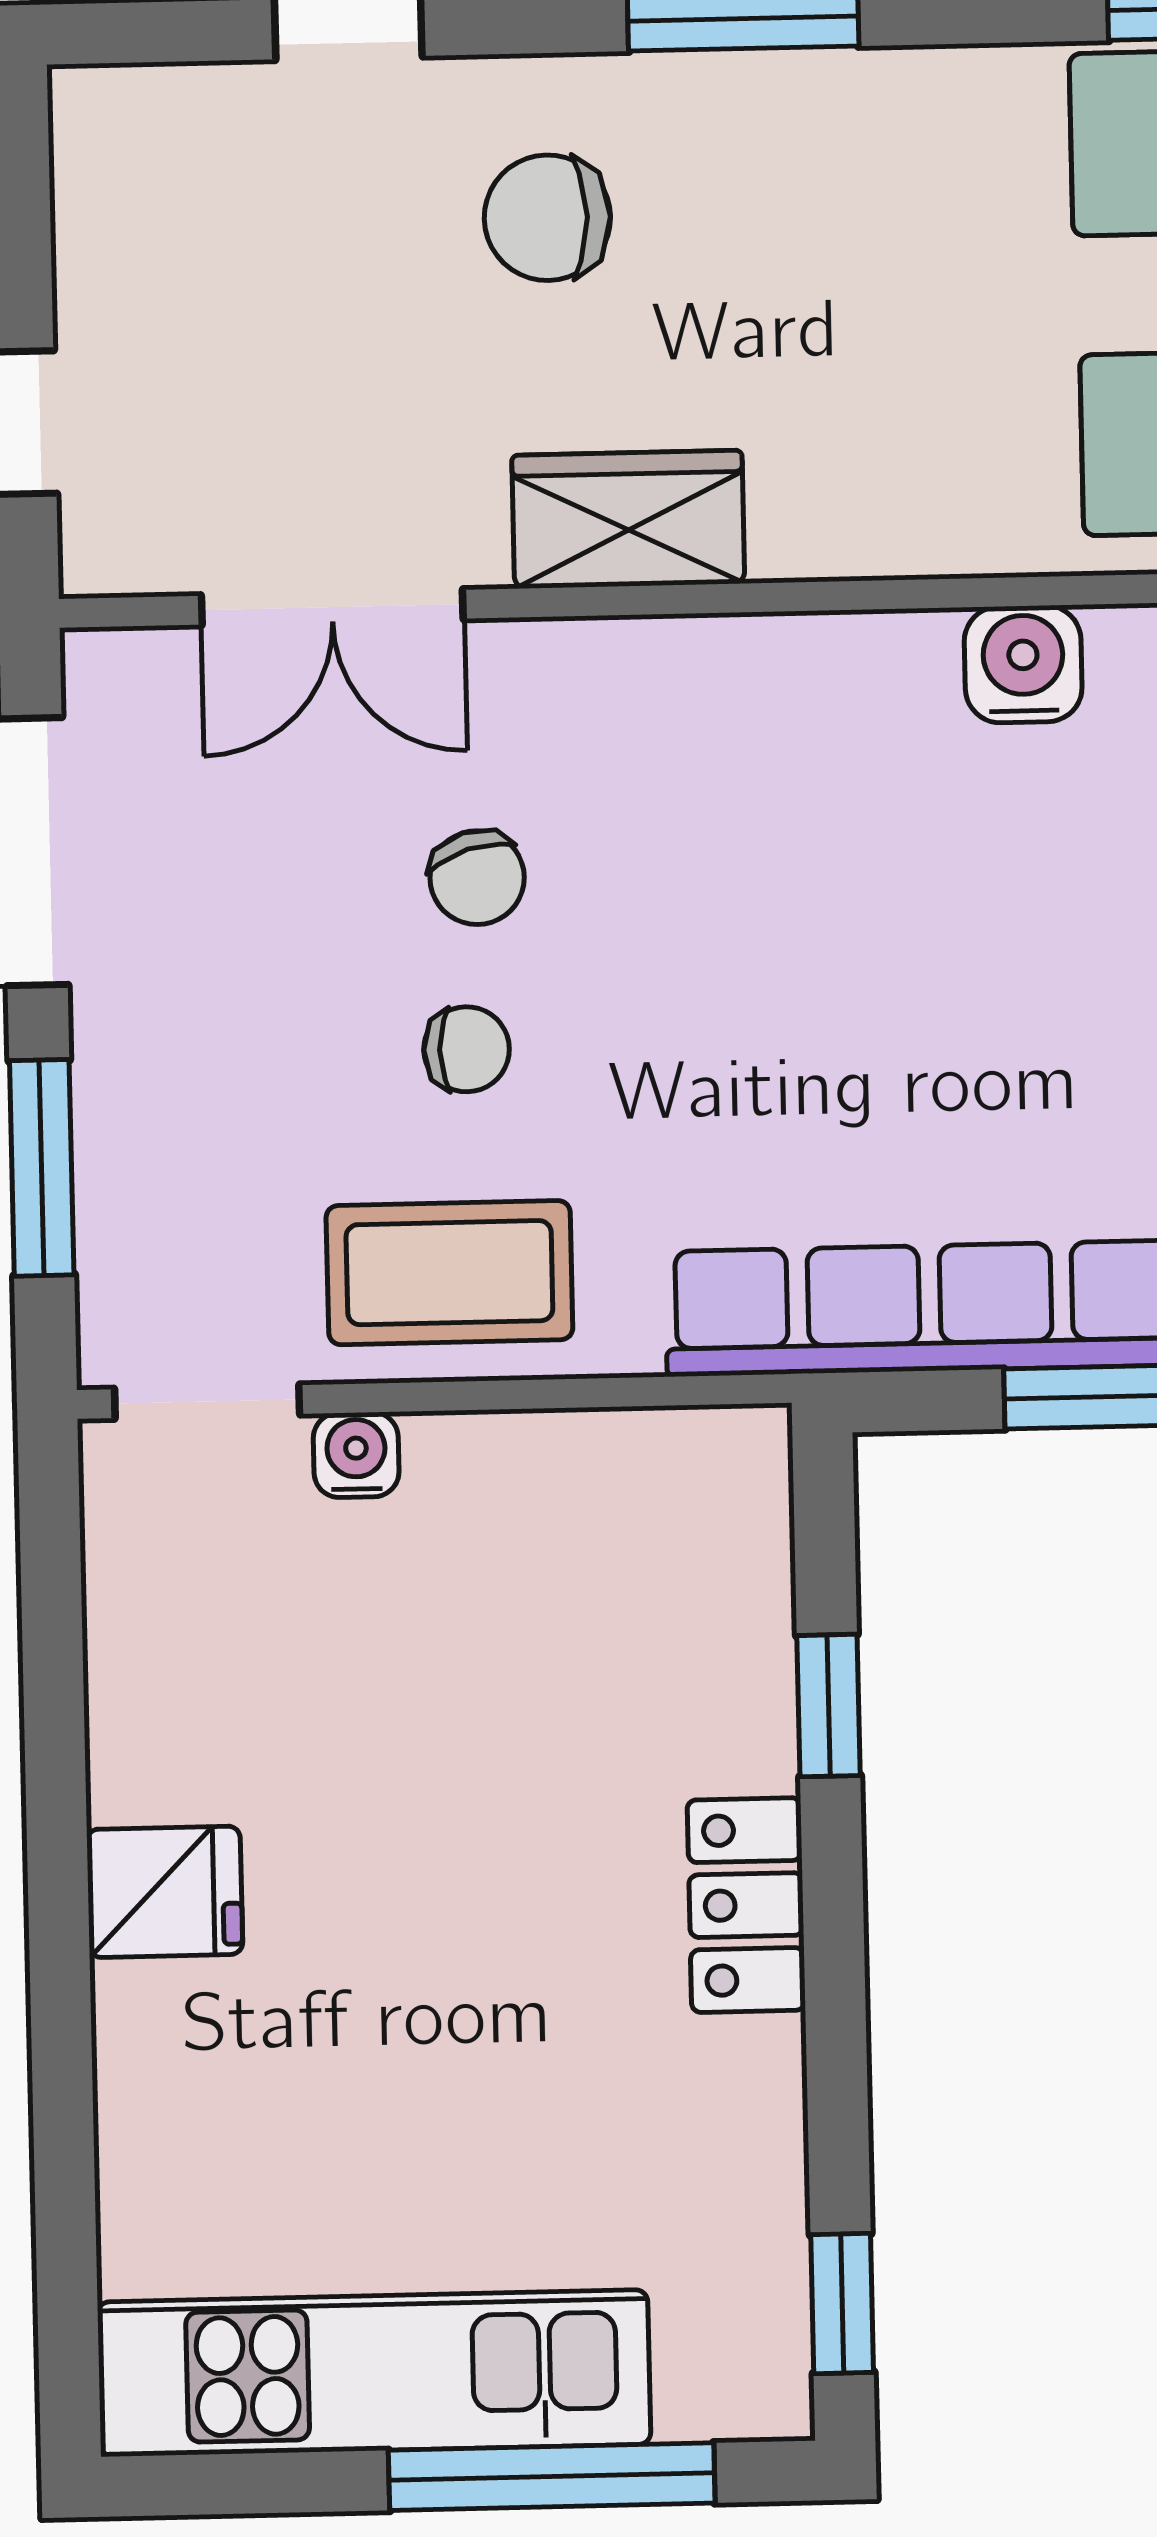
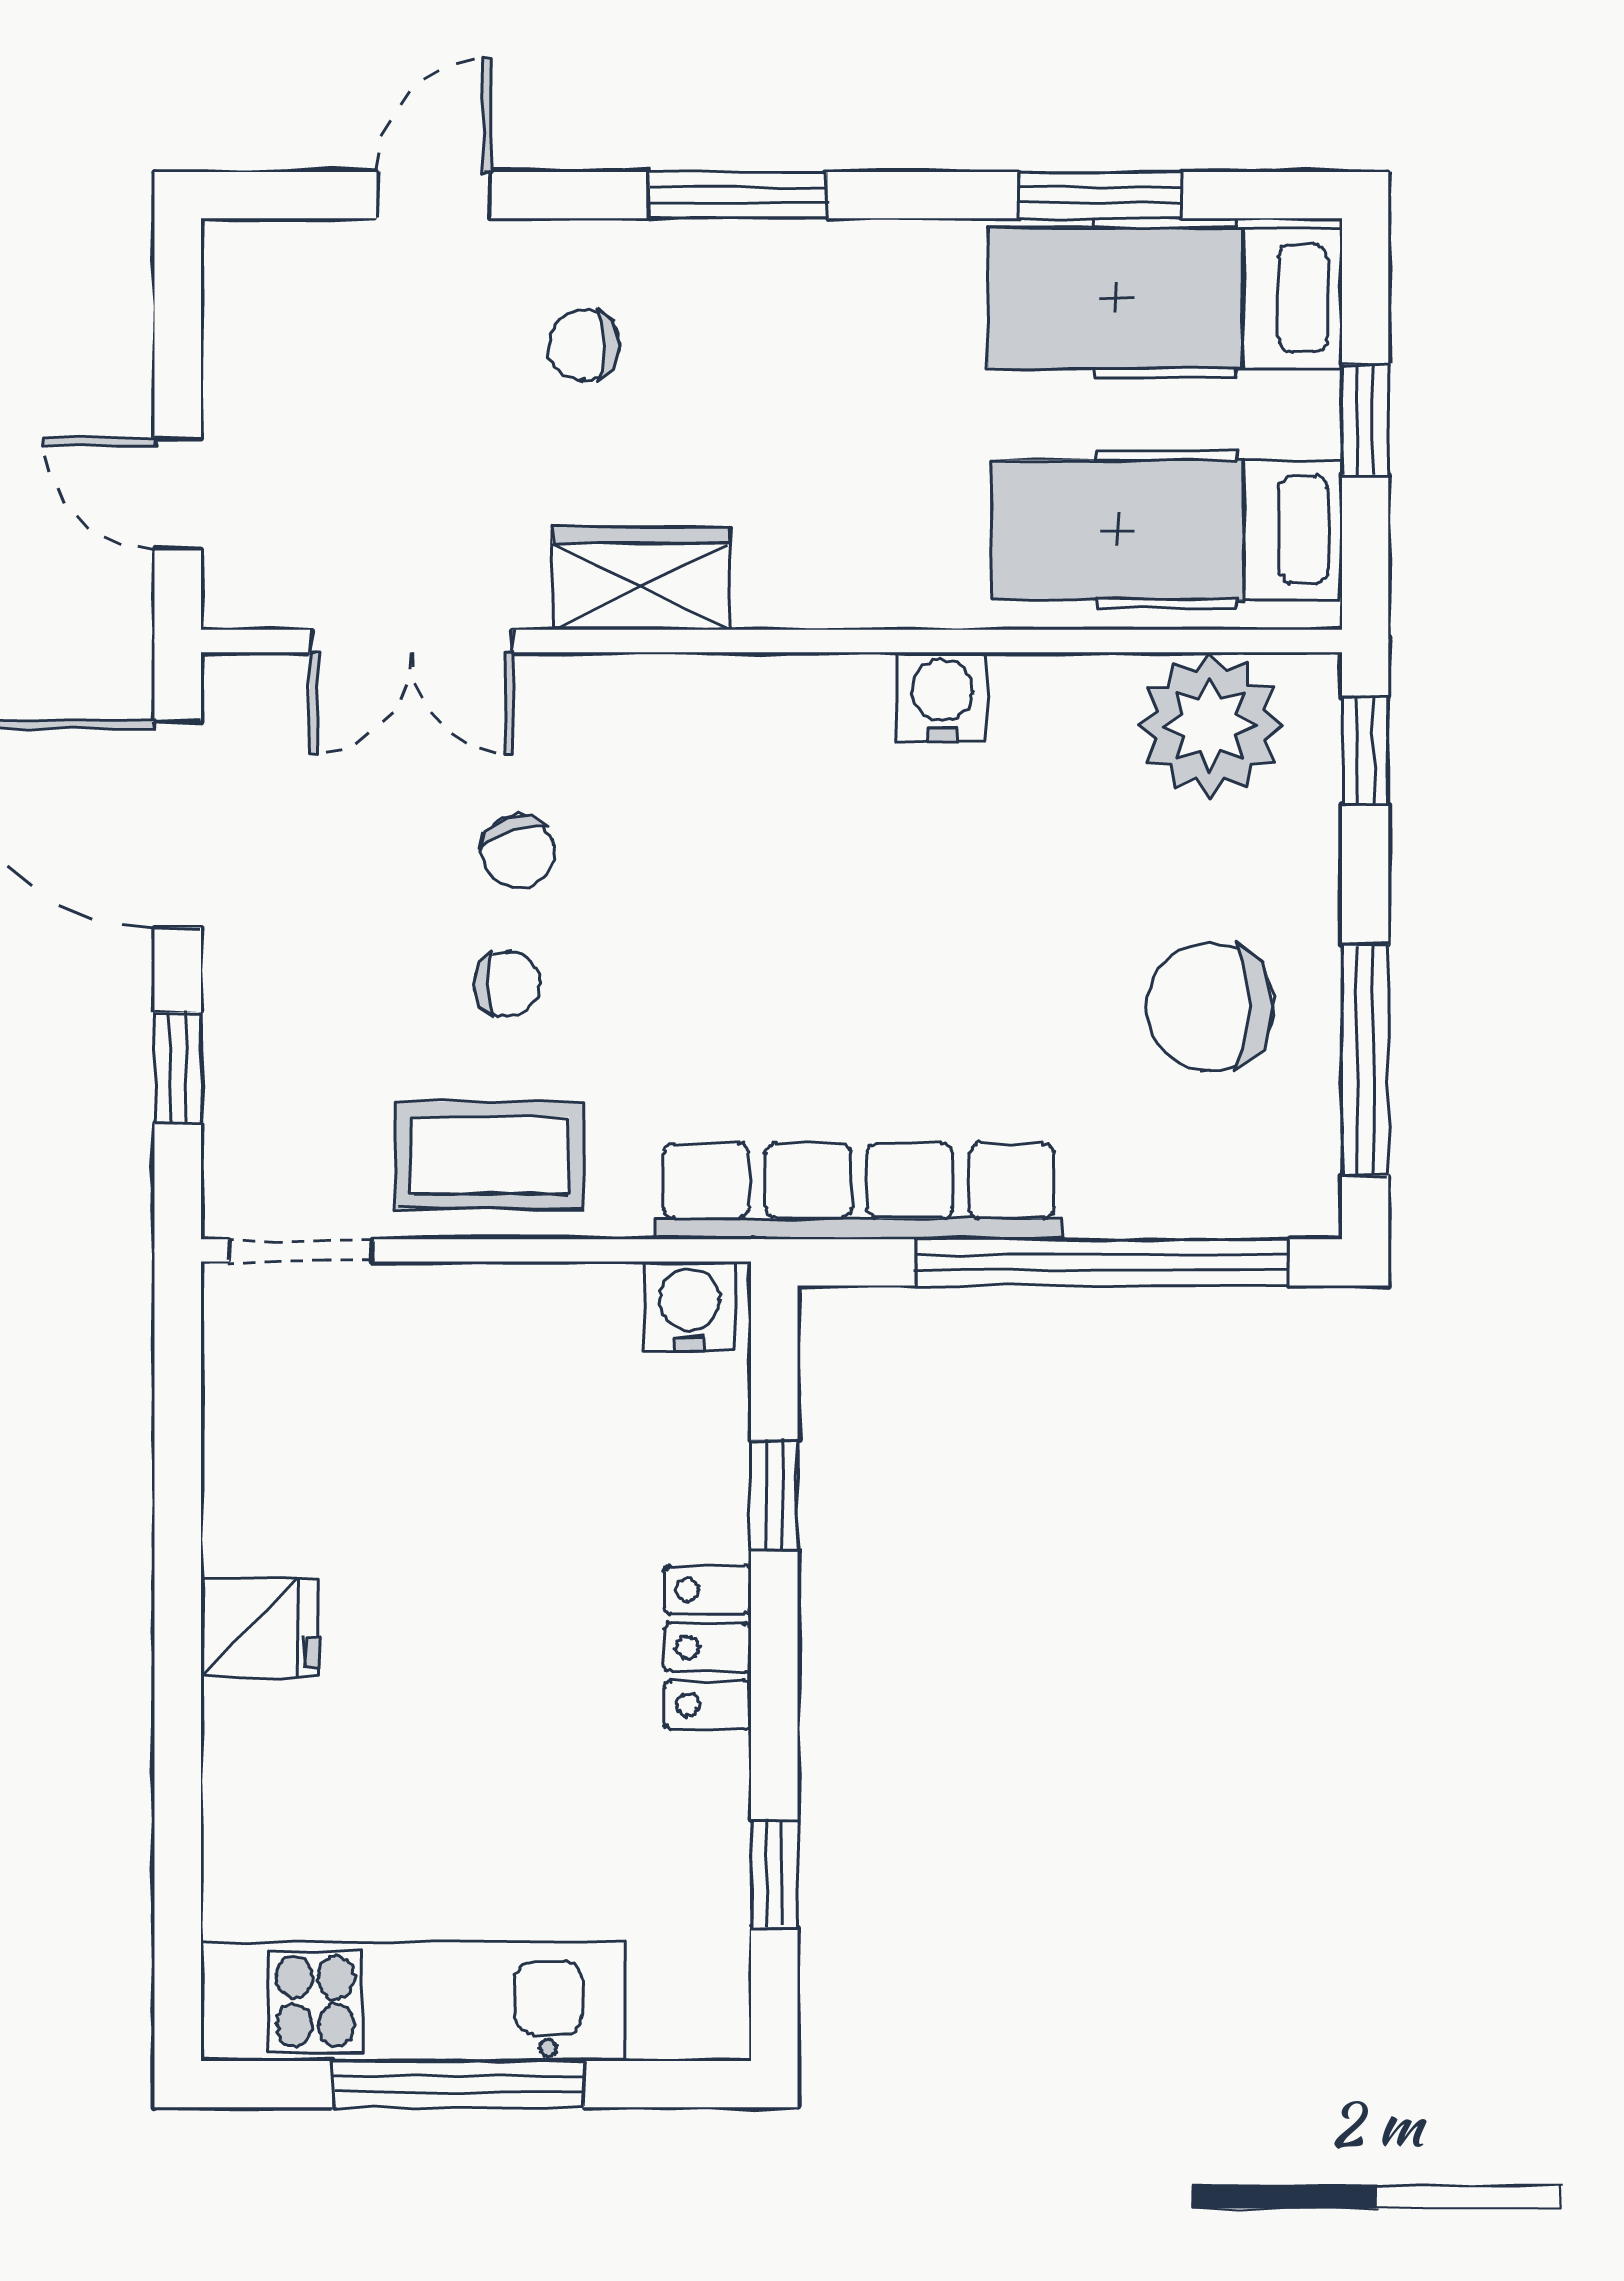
chair: (547, 218) -> (584, 345), width x0.73, depth x0.73
window: (42, 1168) -> (178, 1068), width x0.67
water cooler: (356, 1455) -> (690, 1307), moved, width x1.38, depth x1.38
window: (842, 2304) -> (774, 1874), moved
window: (552, 2477) -> (458, 2084), moved

